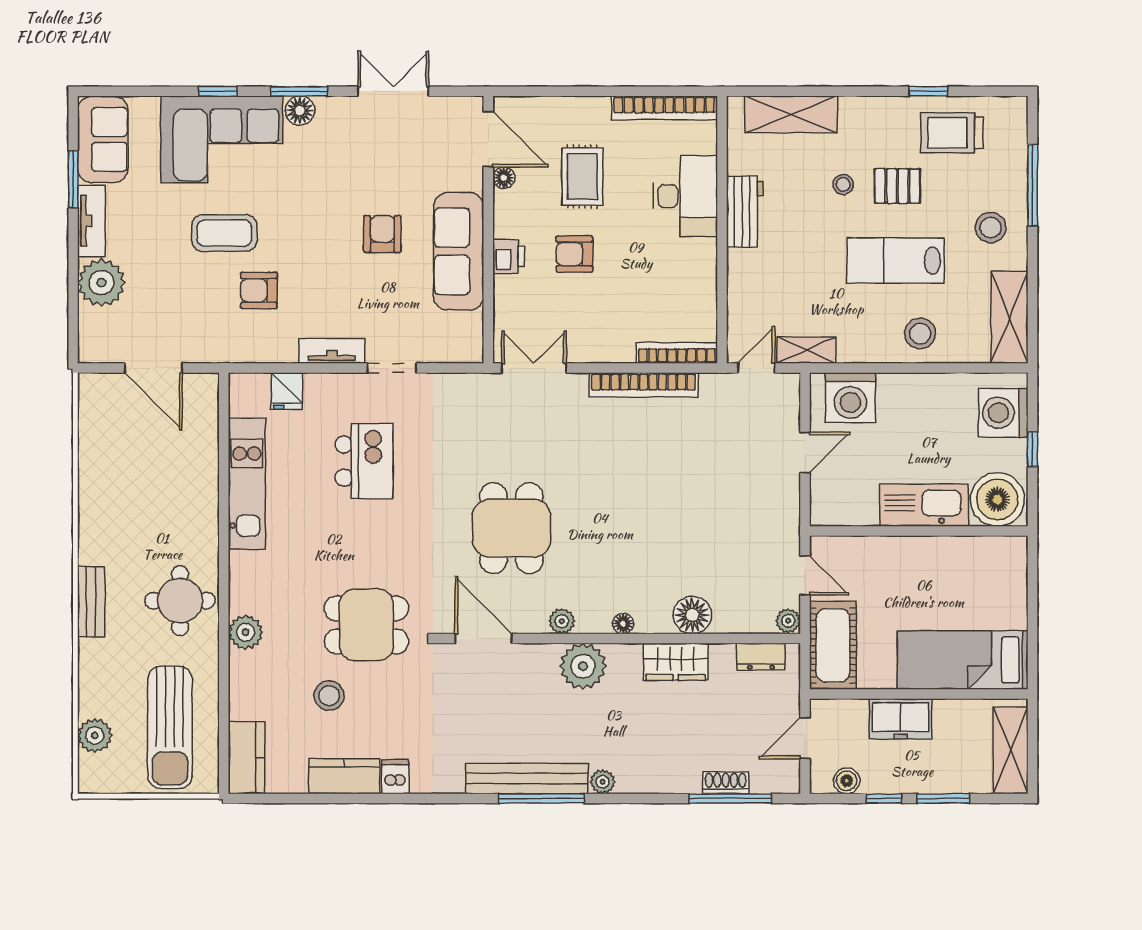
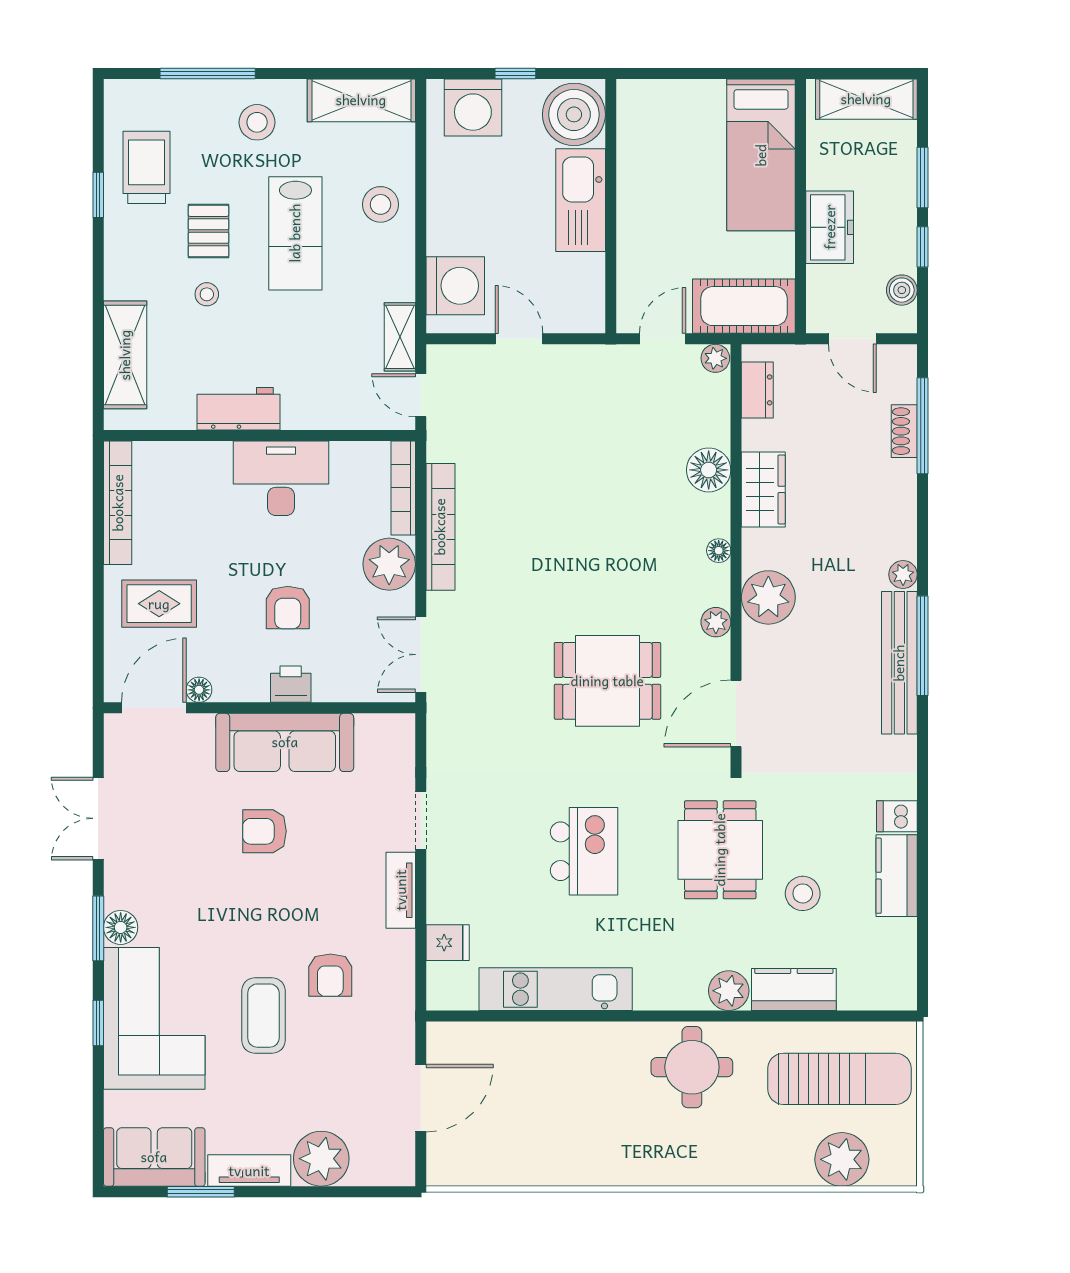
trolley: (952, 133) -> (147, 167), turned 180
rug: (582, 177) -> (159, 604), moved
desk: (685, 196) -> (281, 478), moved
plant: (612, 341) -> (389, 564), added
kitchen island: (364, 461) -> (584, 851), moved, turned 90
bench: (91, 602) -> (693, 1171), removed
plant: (95, 735) -> (842, 1159), width x1.36, depth x1.36
kitchen counter: (247, 758) -> (794, 990), moved

